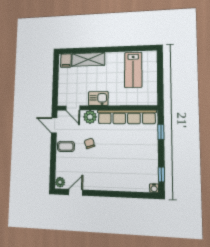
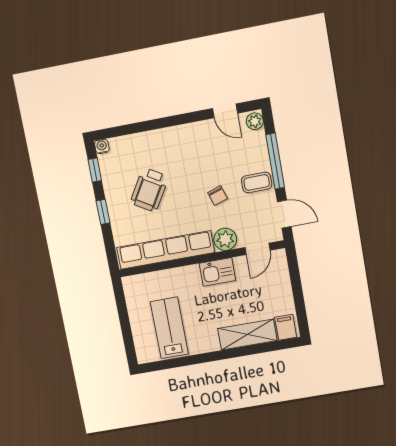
door: (73, 108) -> (257, 249), swing flipped
window: (161, 132) -> (103, 212), moved
wheelchair: (129, 155) -> (149, 190), added
window: (53, 157) -> (275, 161), added
door: (76, 192) -> (225, 111), hinge flipped

